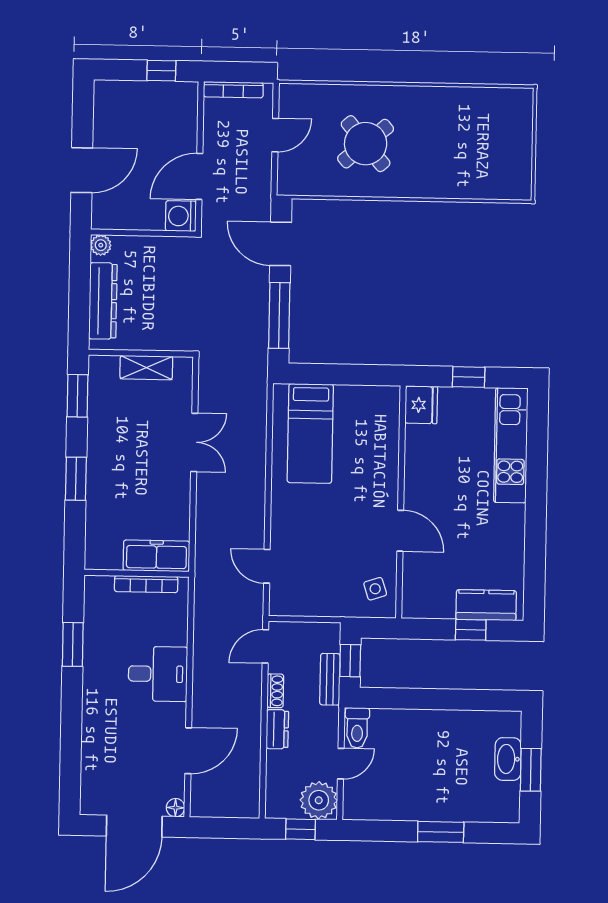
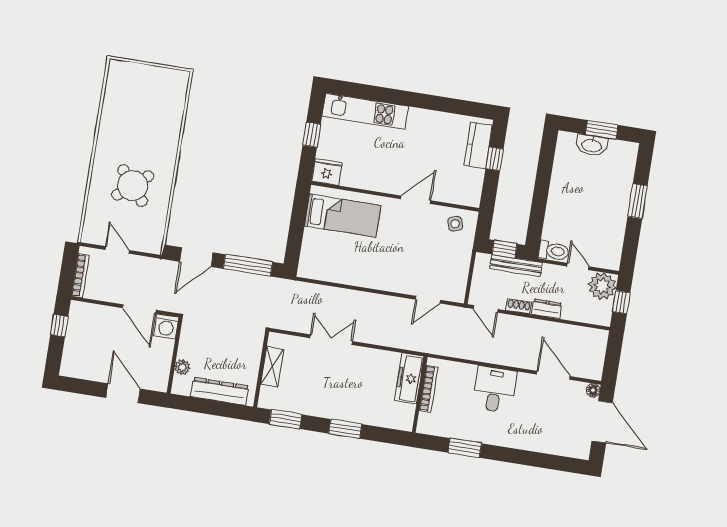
plant: (101, 245) -> (182, 367), moved
bed: (310, 433) -> (343, 216), moved
bench: (330, 679) -> (516, 266), width x1.36

